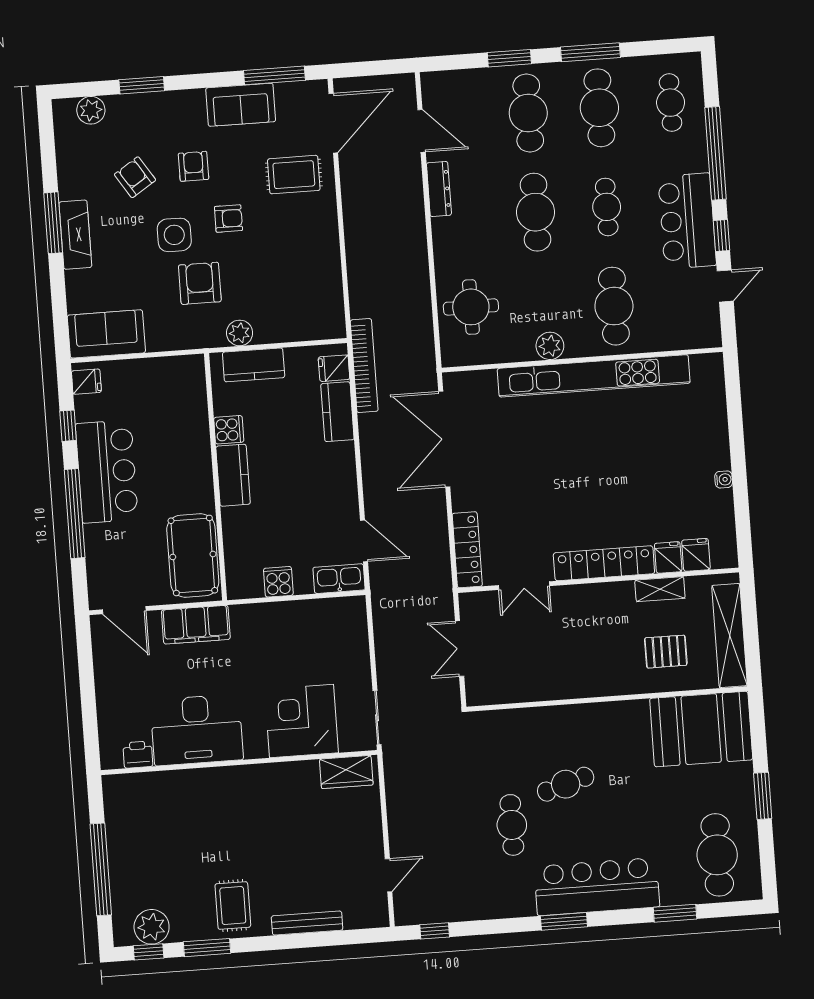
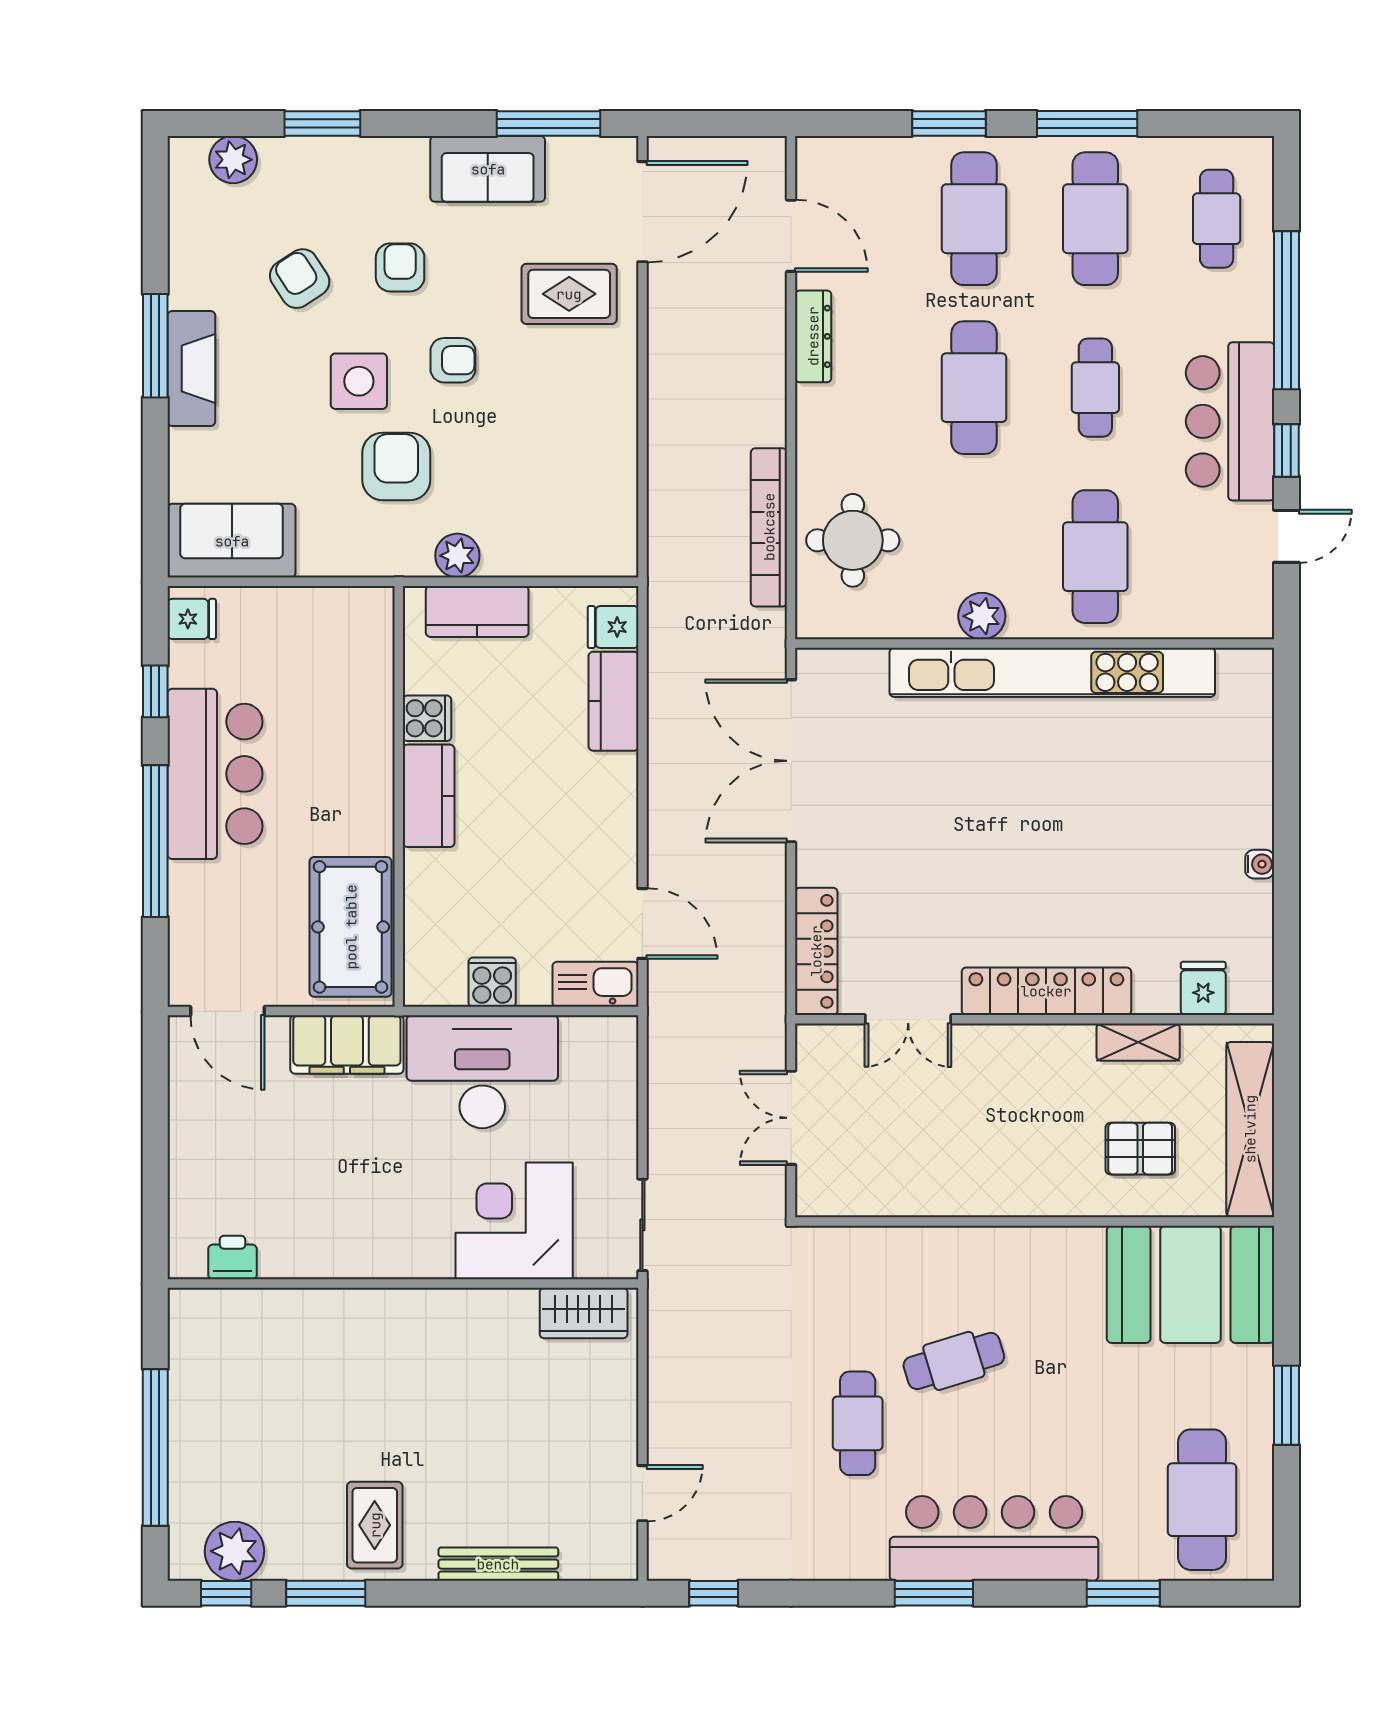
bookcase: (364, 366) -> (769, 527), moved, turned 180
fridge: (668, 557) -> (1156, 989), removed
desk: (197, 730) -> (482, 1072), moved, turned 180

